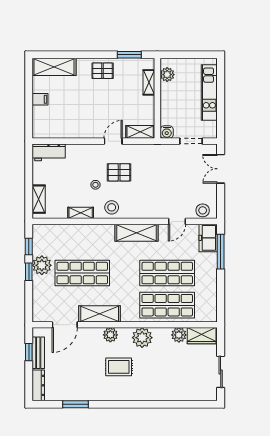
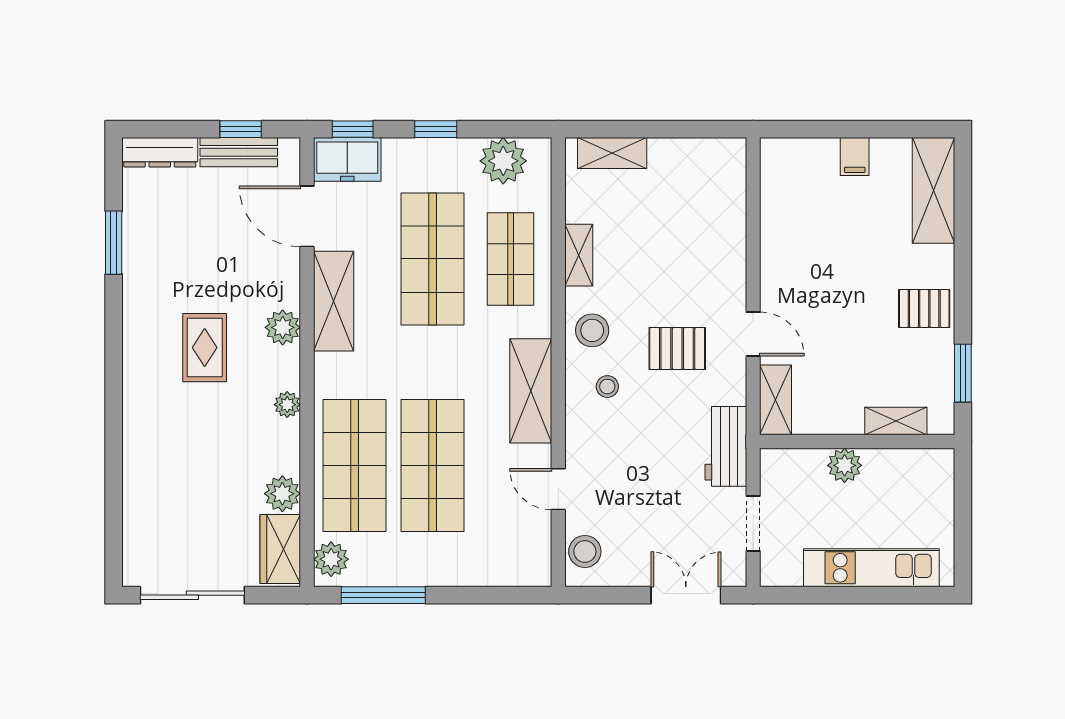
pallet: (103, 71) -> (924, 308), turned 90
plant: (167, 75) -> (845, 465), moved
water cooler: (167, 132) -> (775, 464), removed
workbench: (49, 152) -> (726, 446), moved
pallet: (119, 172) -> (677, 349), turned 90
stool: (95, 185) -> (607, 387), moved
freezer: (208, 238) -> (347, 159), moved, turned 180
shop shelf: (82, 241) -> (511, 259), added
window: (29, 246) -> (353, 129), moved
window: (221, 252) -> (383, 595), moved
plant: (42, 265) -> (503, 161), moved
plant: (206, 315) -> (331, 559), added
plant: (142, 338) -> (287, 405), width x0.53, depth x0.53
sliding door: (221, 372) -> (192, 595), width x1.37

